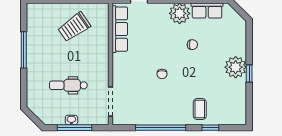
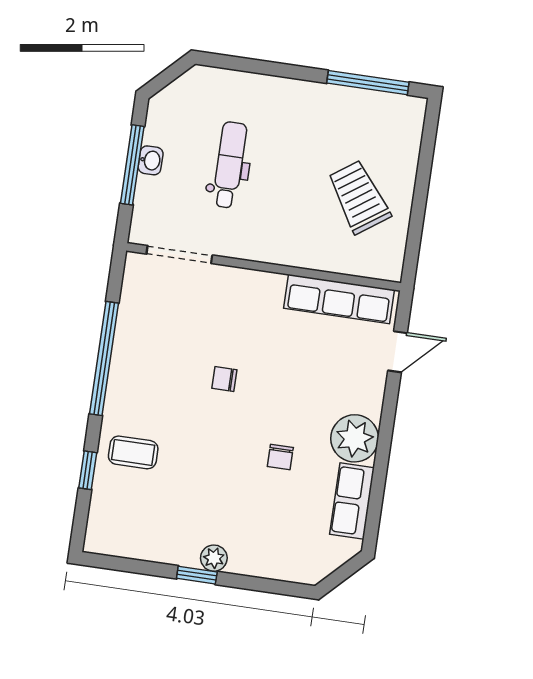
window: (24, 50) -> (368, 83), moved
plant: (236, 67) -> (214, 558), width x0.53, depth x0.53

